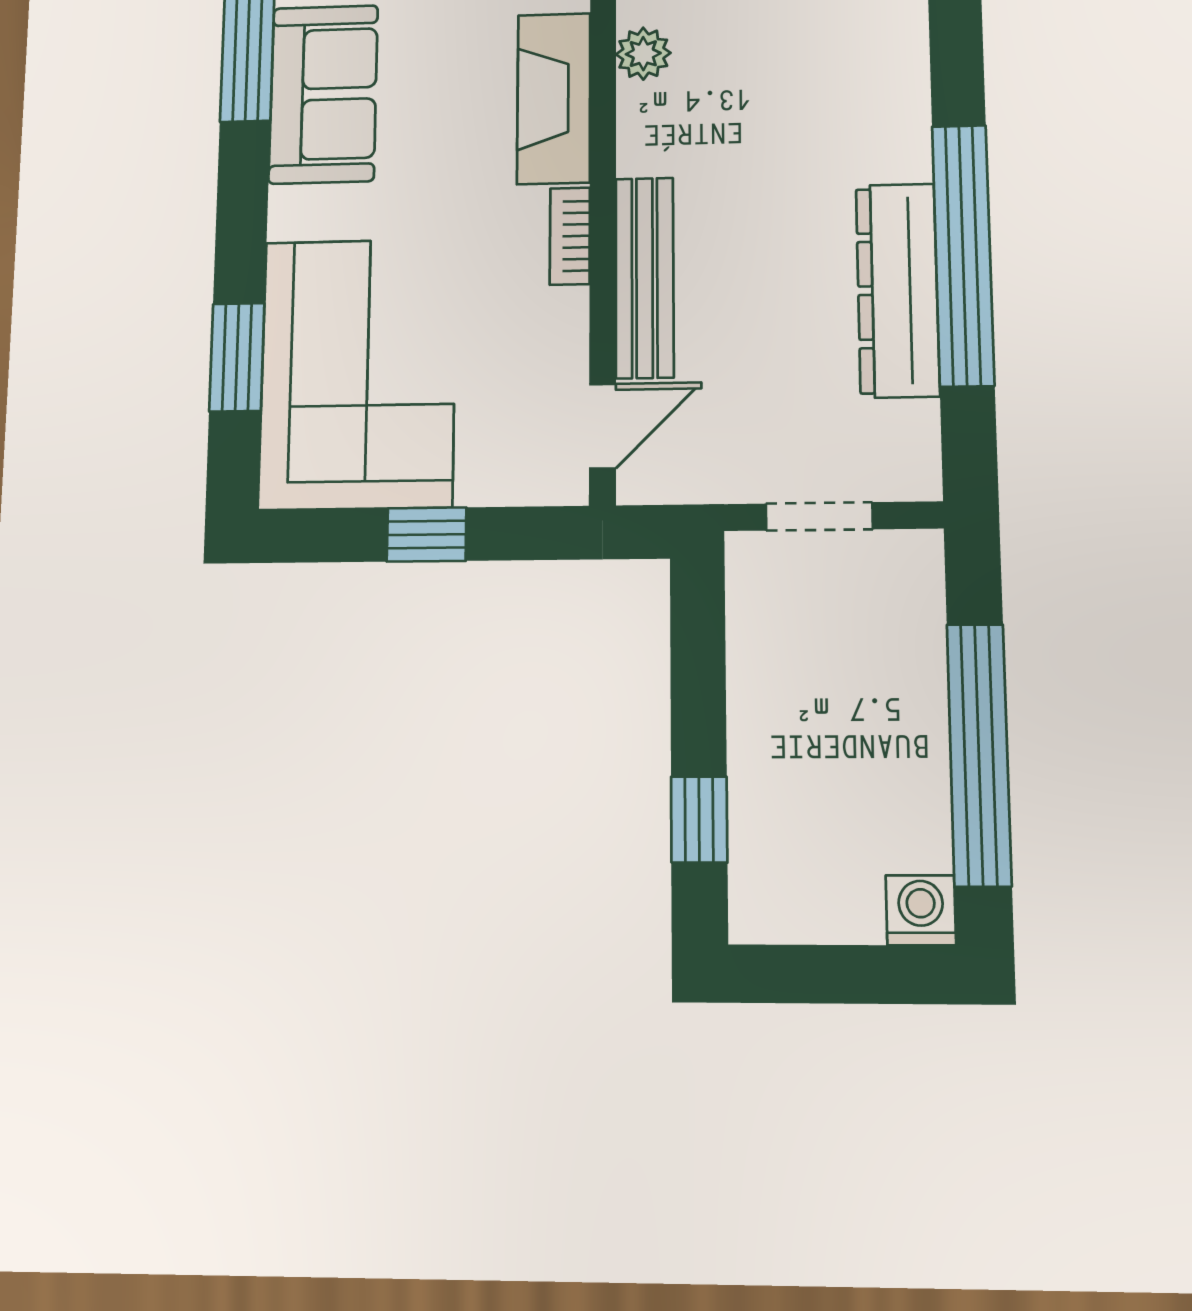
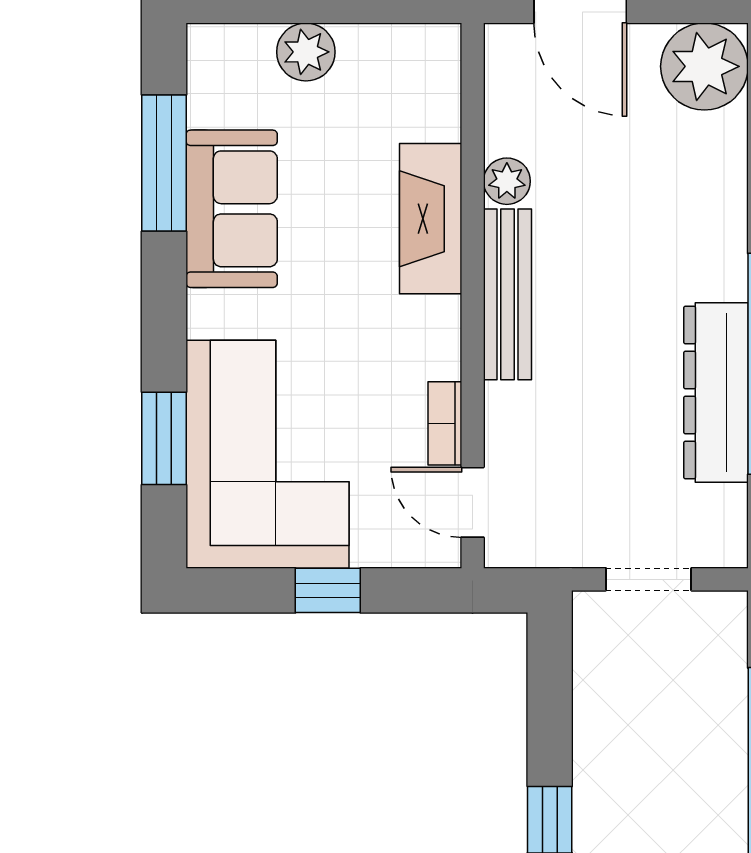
bookcase: (570, 236) -> (445, 423), moved
bench: (645, 277) -> (508, 294), moved
door: (603, 426) -> (473, 502), swing flipped

